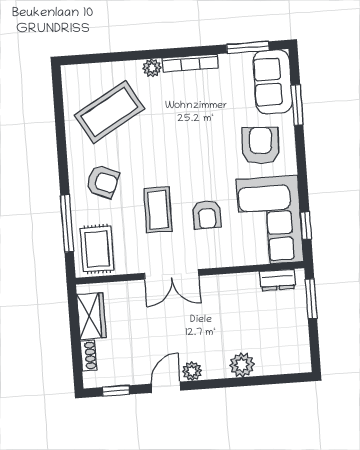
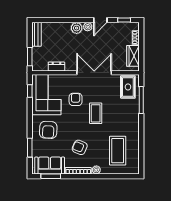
sofa: (273, 82) -> (50, 165), moved, turned -90
coffee table: (109, 112) -> (118, 151), turned -60
armchair: (103, 182) -> (80, 147), moved
coffee table: (158, 210) -> (96, 113), moved
double door: (172, 274) -> (94, 73), width x1.37
dresser: (278, 280) -> (56, 67), moved
bench: (300, 347) -> (36, 34), added
plant: (242, 365) -> (77, 28), moved

